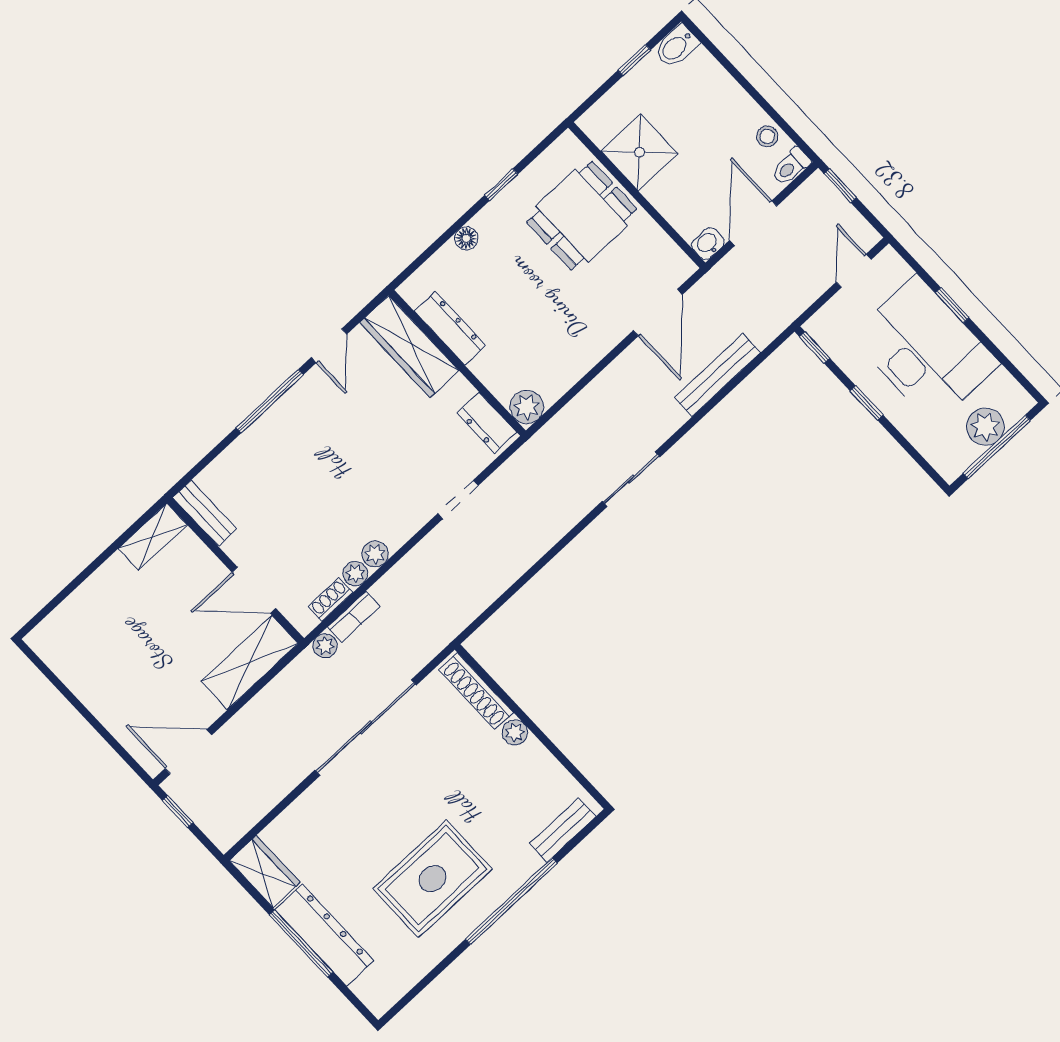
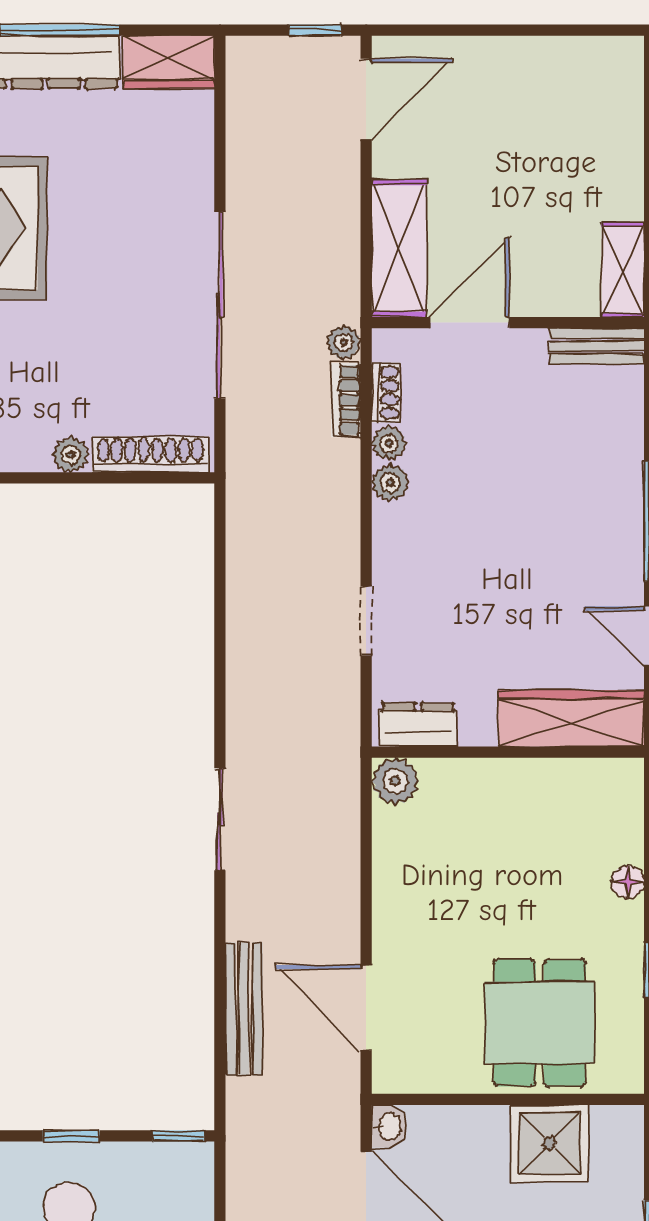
dresser: (450, 328) -> (551, 778), removed

